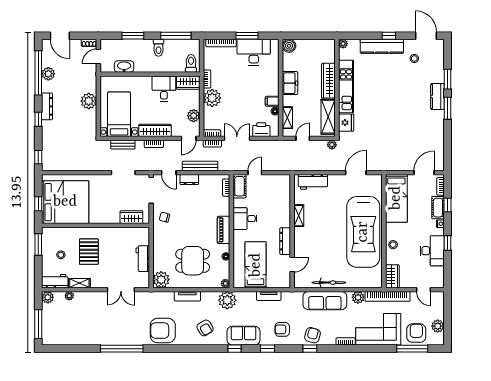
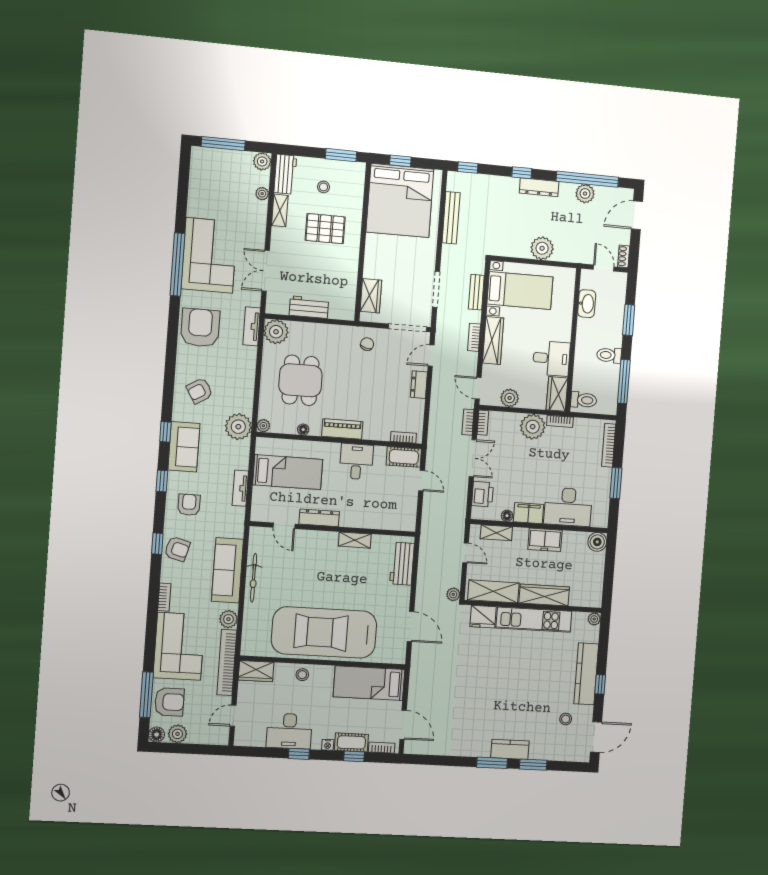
desk: (254, 52) -> (568, 507), moved, turned 90
filing cabinet: (272, 101) -> (529, 513), width x2.00
bench: (200, 166) -> (451, 218), moved
tv unit: (187, 296) -> (252, 326), moved
corner sofa: (114, 328) -> (209, 255), added
floor lamp: (439, 340) -> (157, 735), added

